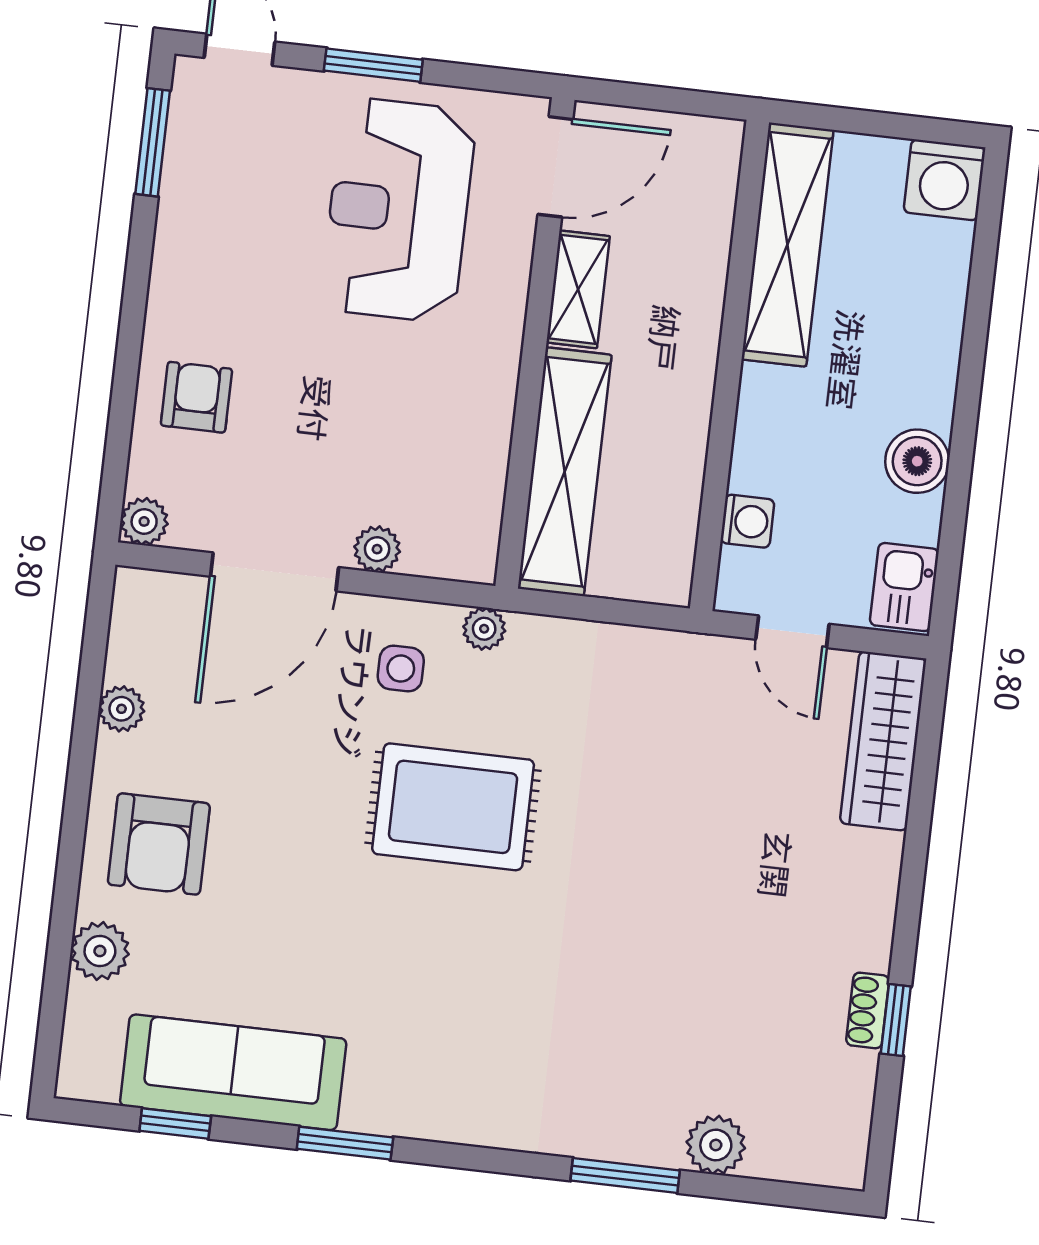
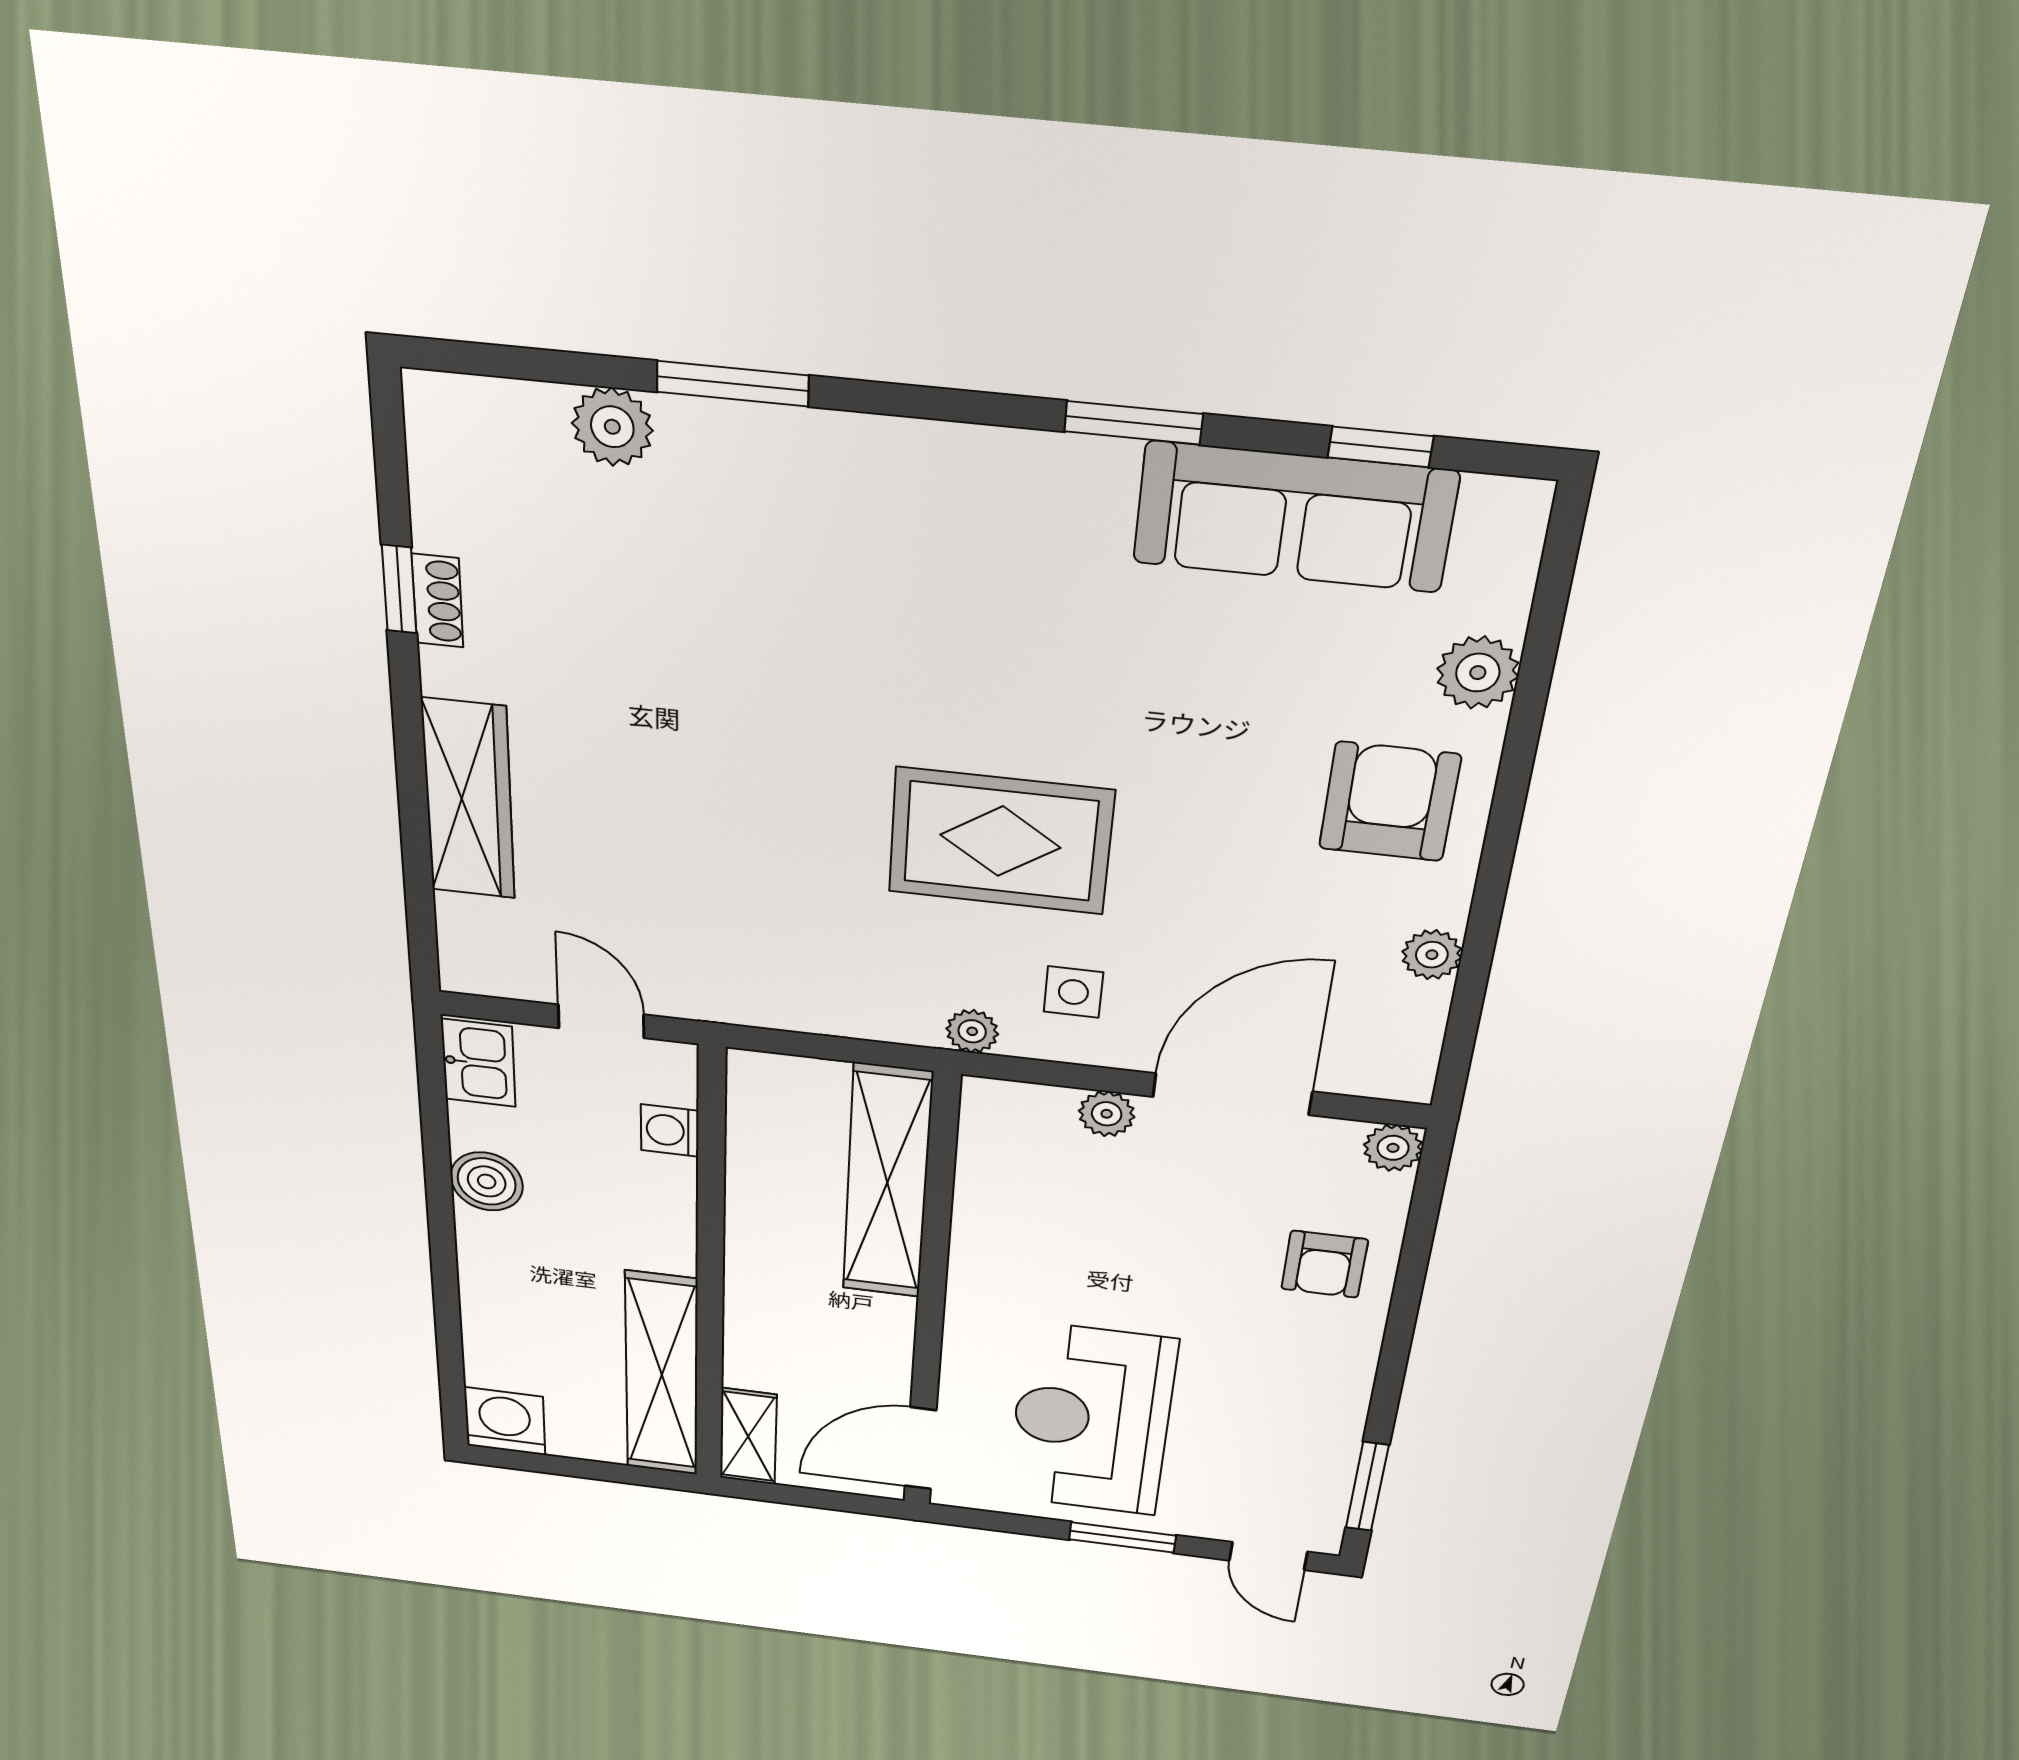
reception desk: (398, 210) -> (1091, 1420), turned 180
shelving: (578, 289) -> (748, 1436), moved
wardrobe: (883, 741) -> (468, 800), moved

